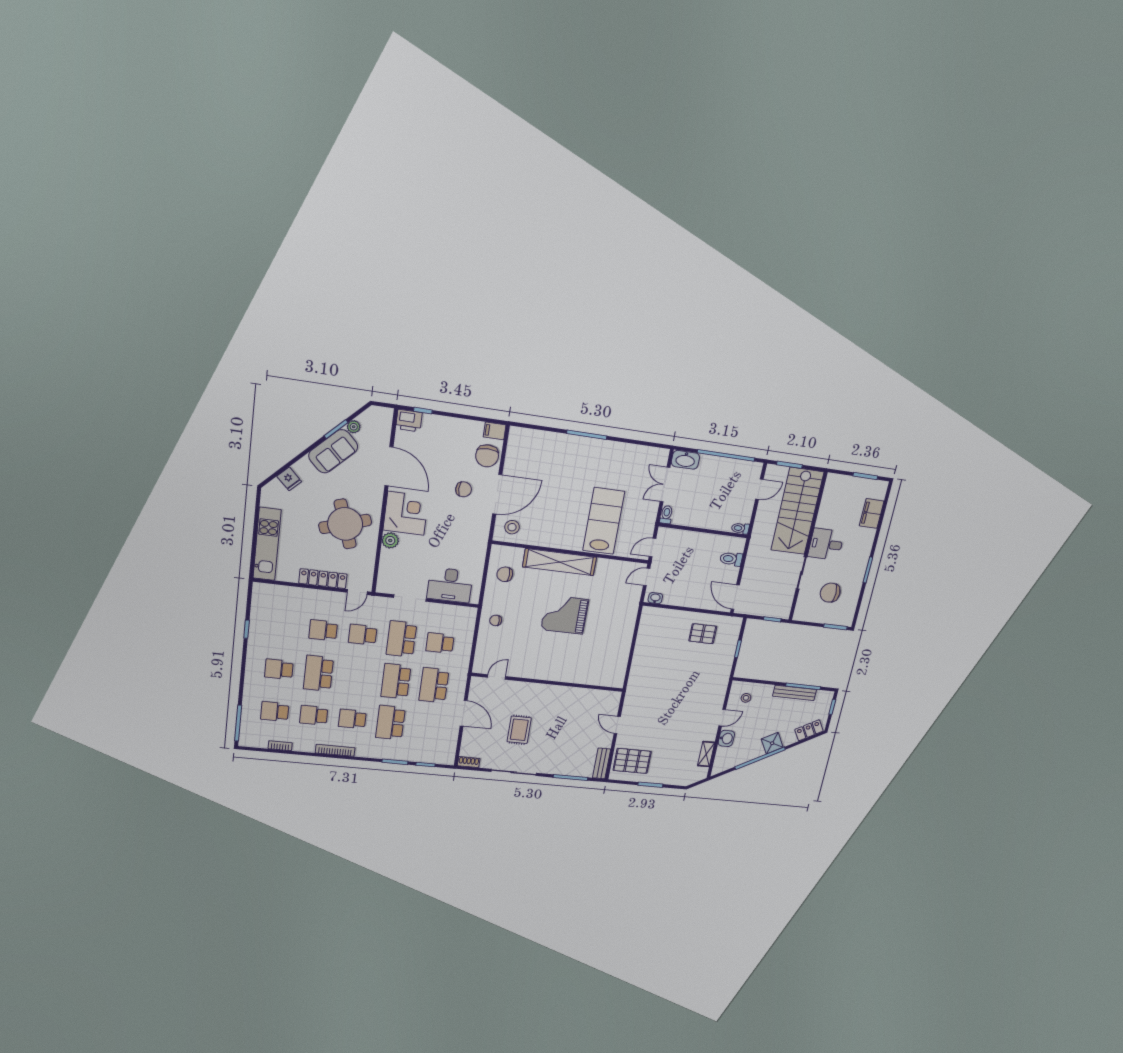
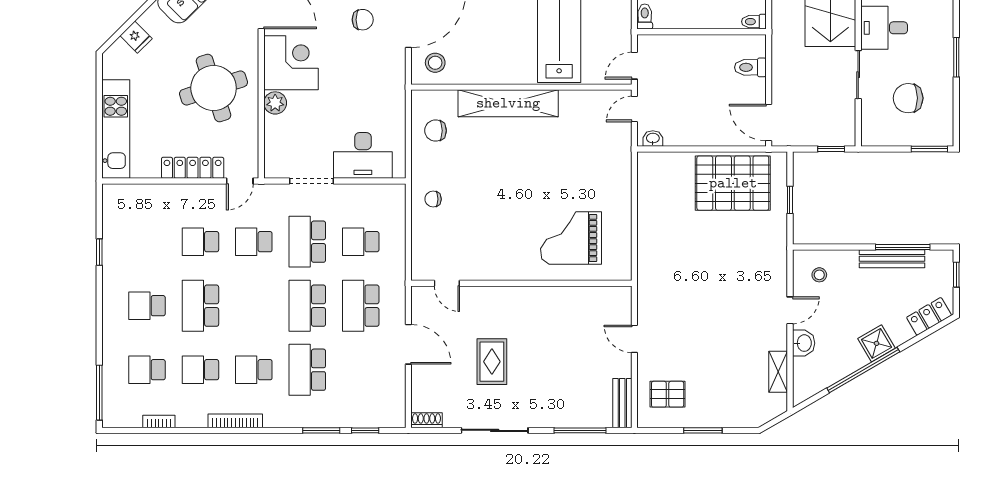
grand piano: (565, 615) -> (571, 238), moved
pallet: (703, 634) -> (733, 183), width x2.05, depth x2.00
door: (497, 677) -> (447, 283), swing flipped
pallet: (632, 761) -> (668, 394), width x0.67, depth x0.71

